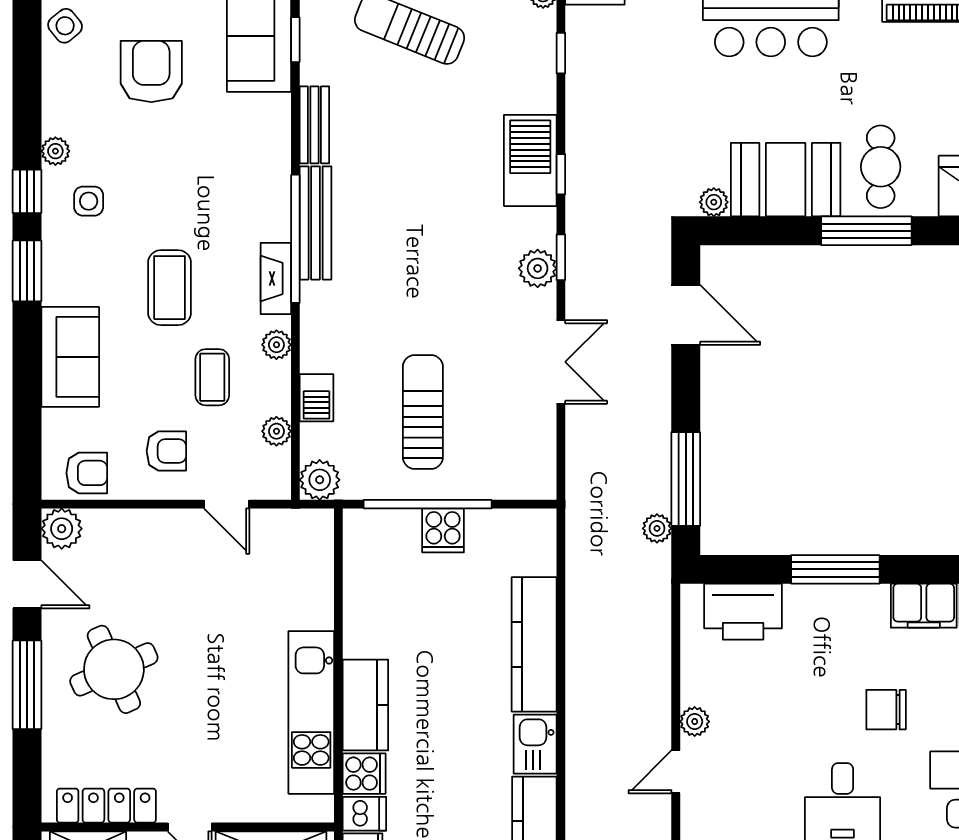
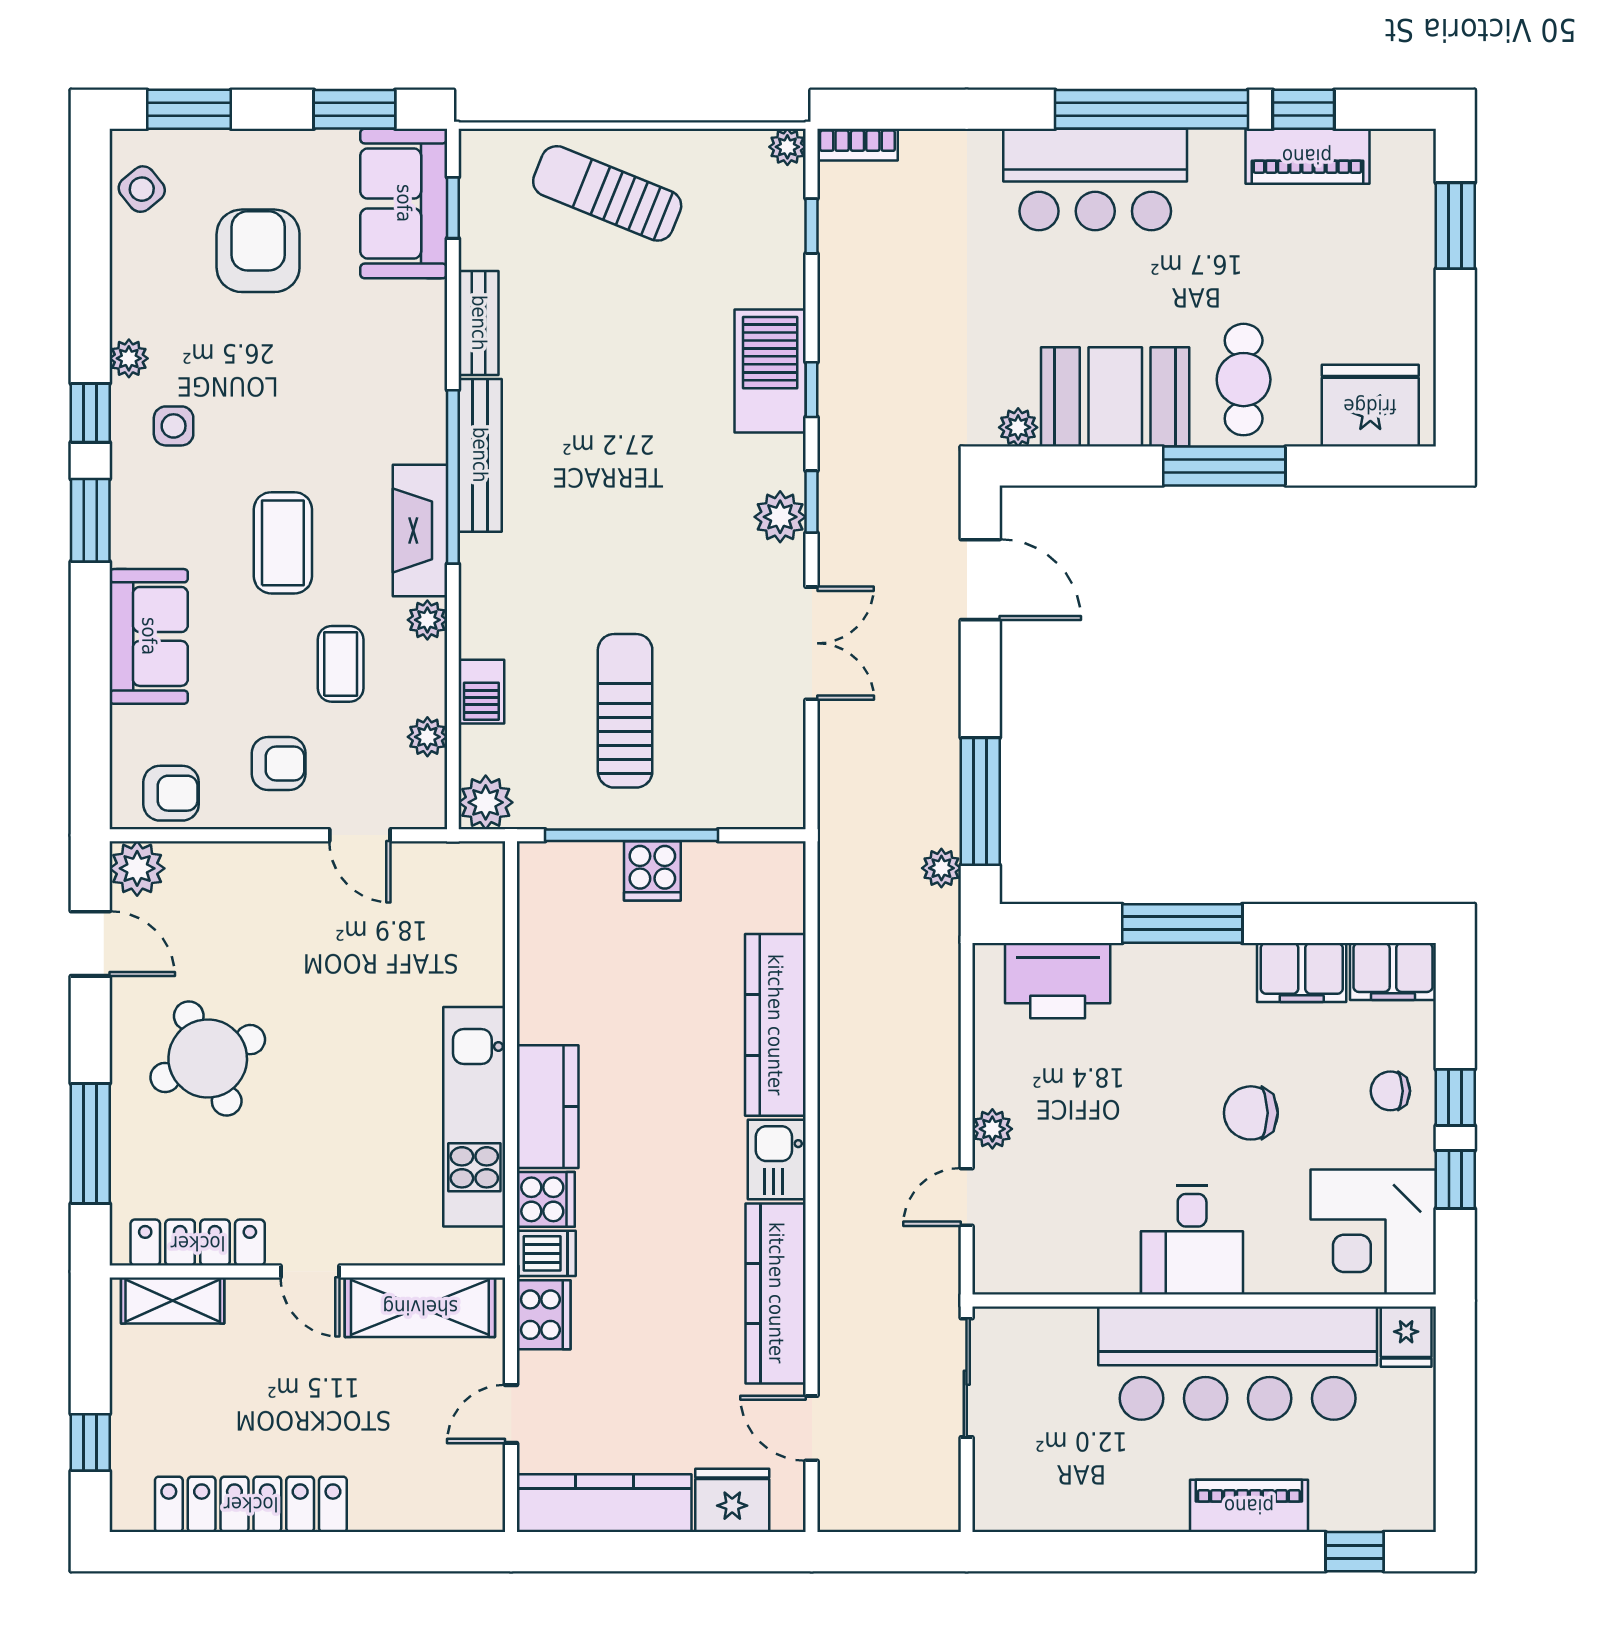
fireplace: (276, 278) -> (420, 530), width x1.37, depth x1.32
window: (27, 685) -> (90, 1143), moved

